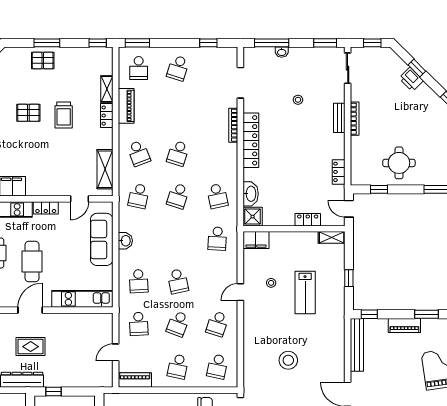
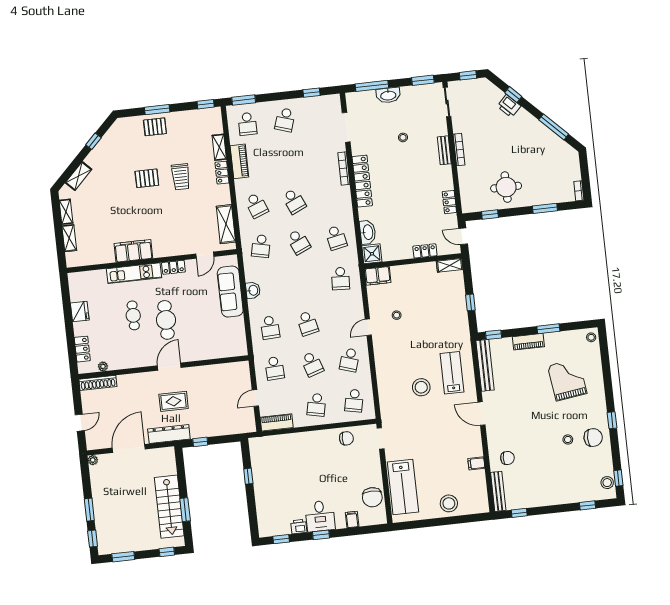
washbasin: (282, 52) -> (388, 95), width x1.91, depth x1.45
school desk: (178, 153) -> (294, 201), turned -42
school desk: (178, 196) -> (299, 242), turned -42
lab bench: (305, 292) -> (452, 373), moved, turned 180
kitchen unit: (82, 299) -> (218, 350), removed
school desk: (178, 324) -> (312, 364), turned -39

